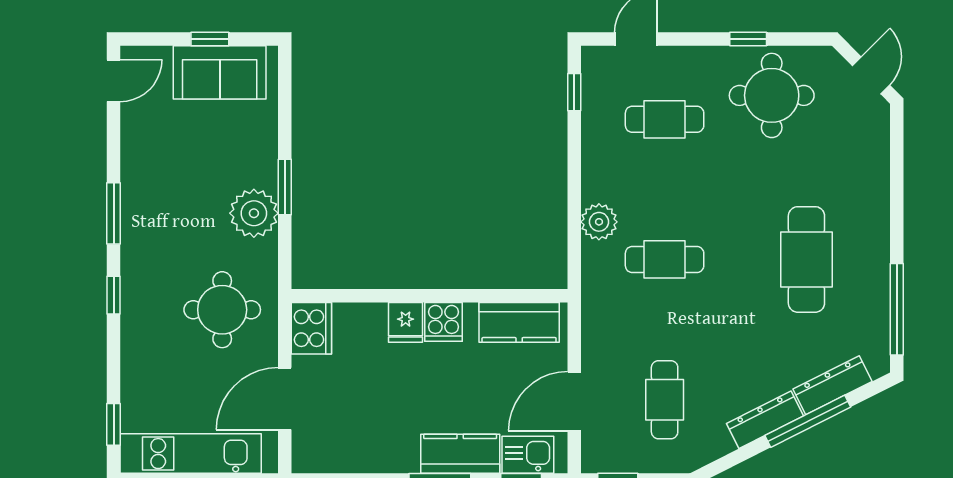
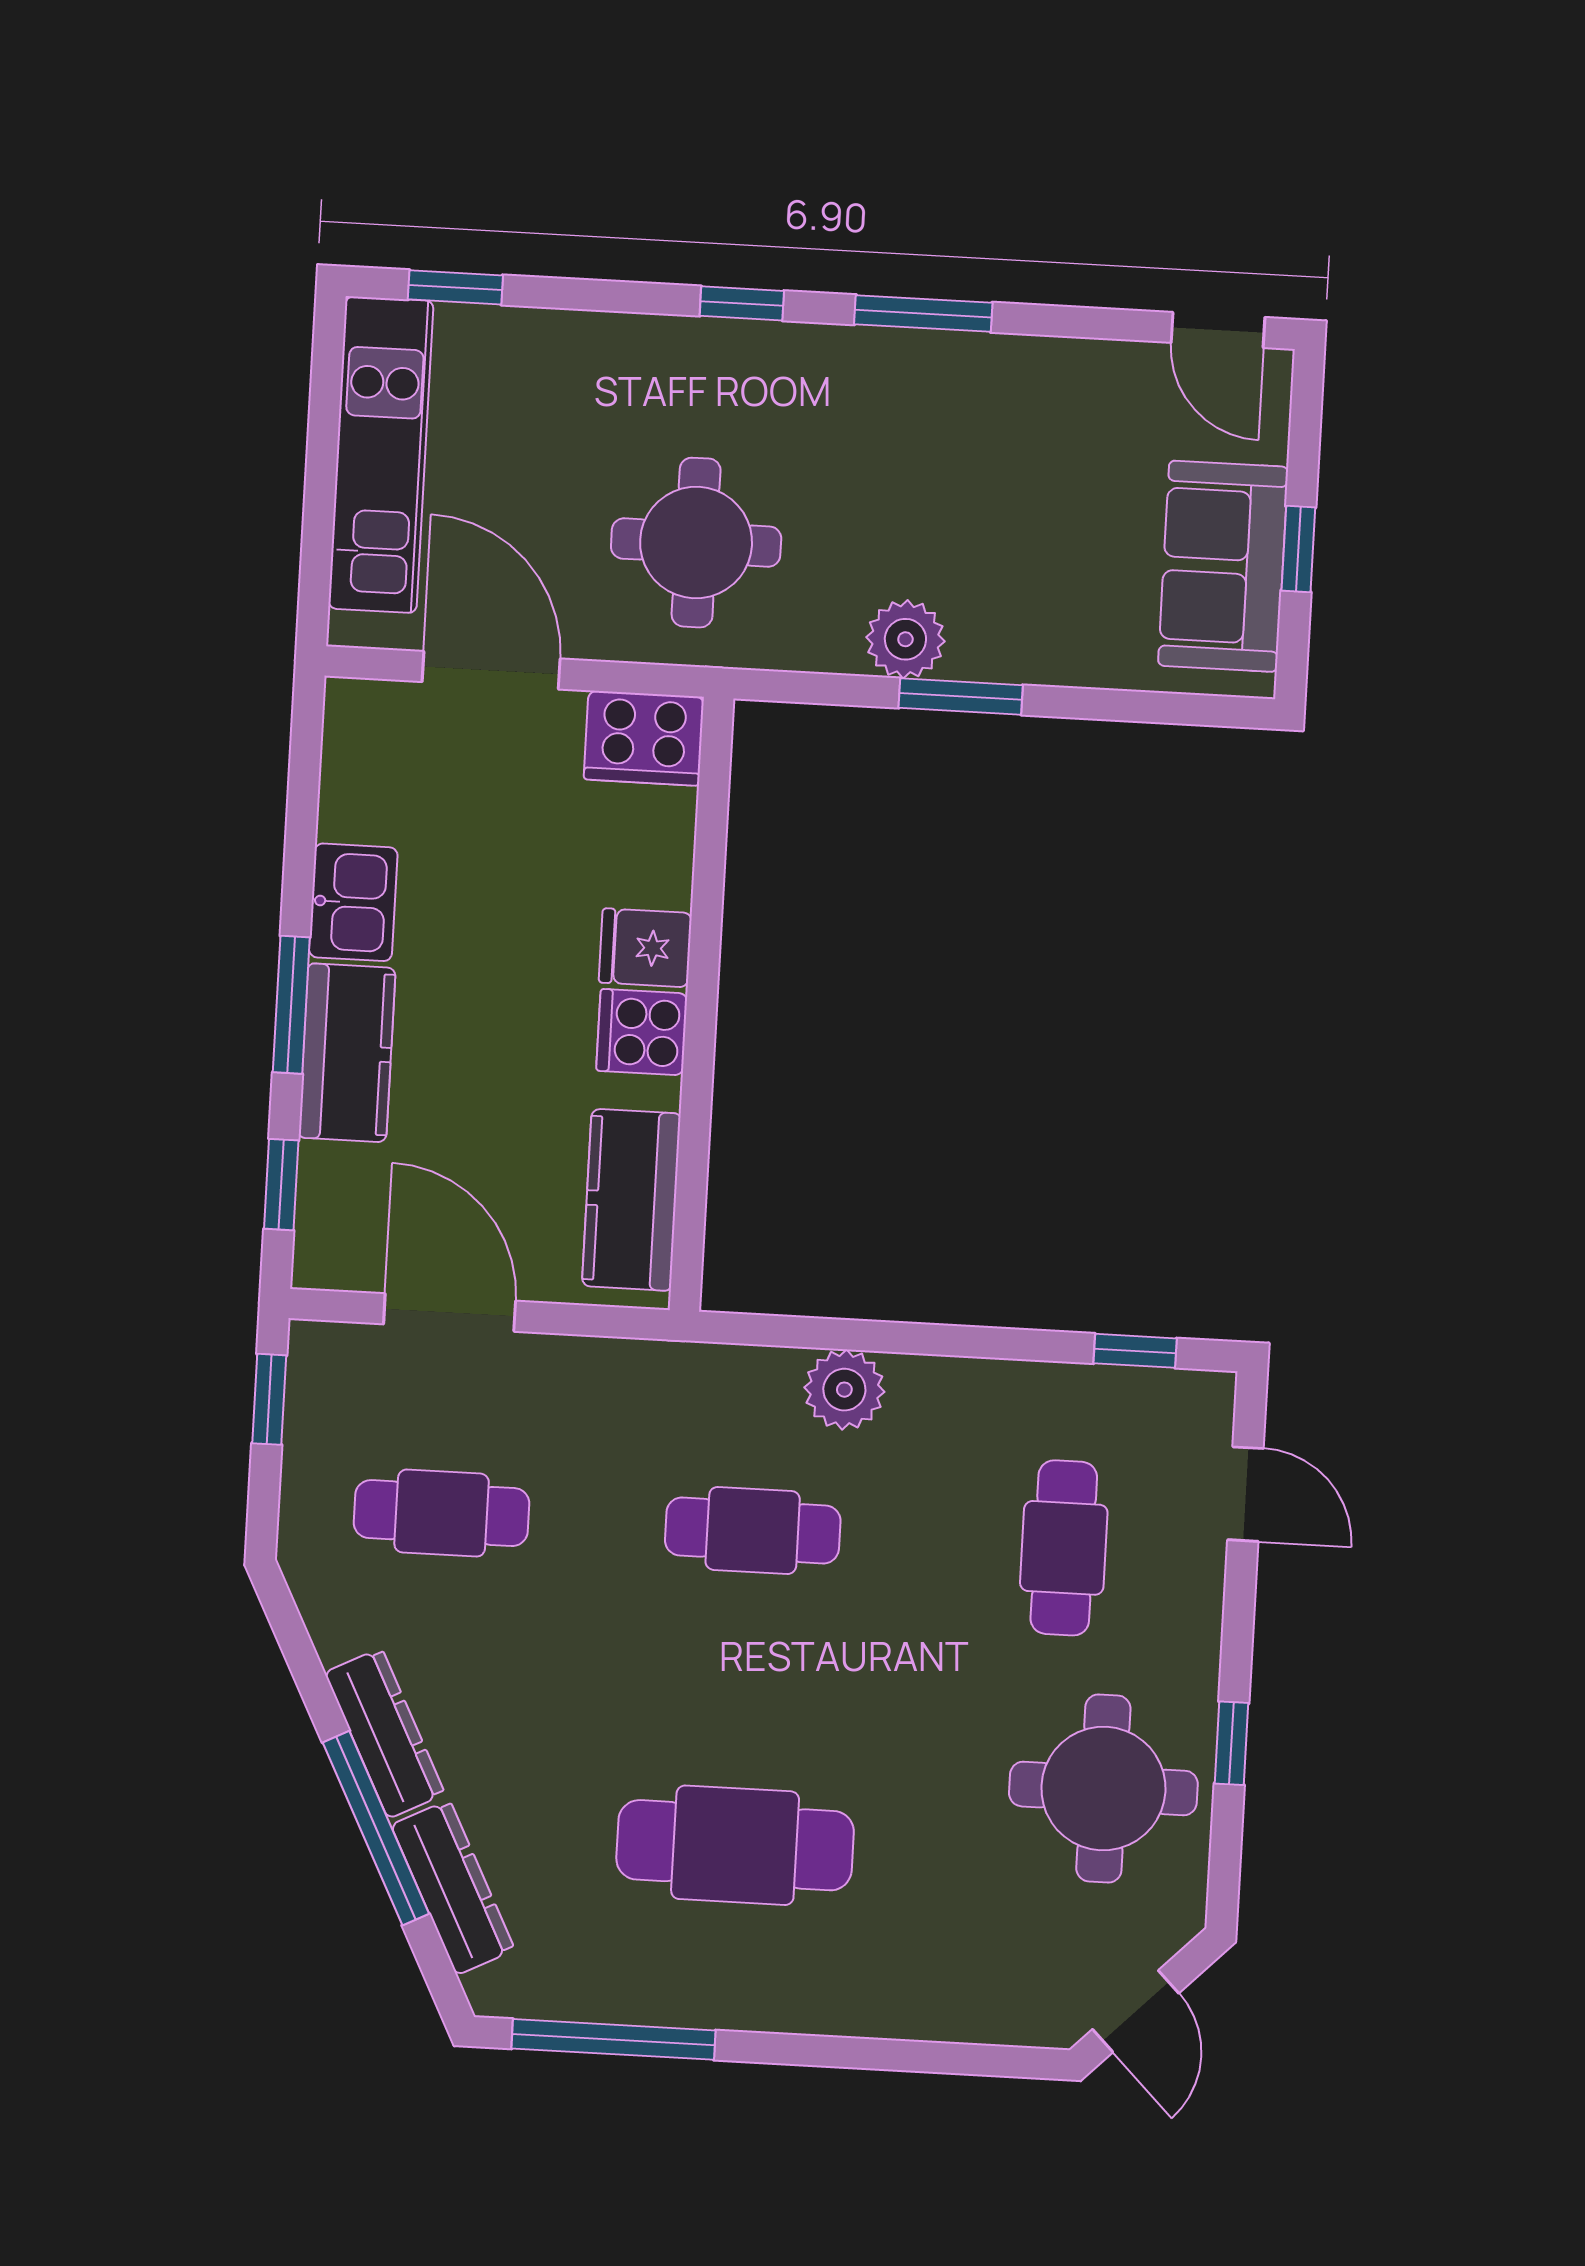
door: (871, 75) -> (1136, 2011), hinge flipped
plant: (254, 213) -> (905, 639), width x0.73, depth x0.73
cafe table: (665, 259) -> (753, 1530), turned 90
kitchen sink: (528, 455) -> (353, 902), moved

